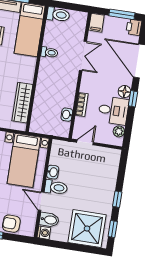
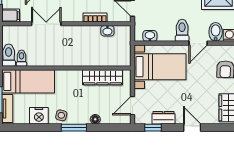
toilet: (49, 52) -> (22, 58), moved
washbasin: (53, 172) -> (150, 36), moved

